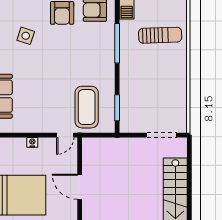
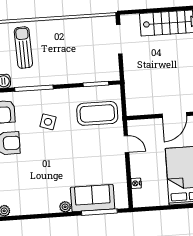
side table: (26, 36) -> (48, 122), moved
door: (65, 135) -> (126, 144), moved
nightstand: (32, 142) -> (136, 183), moved

